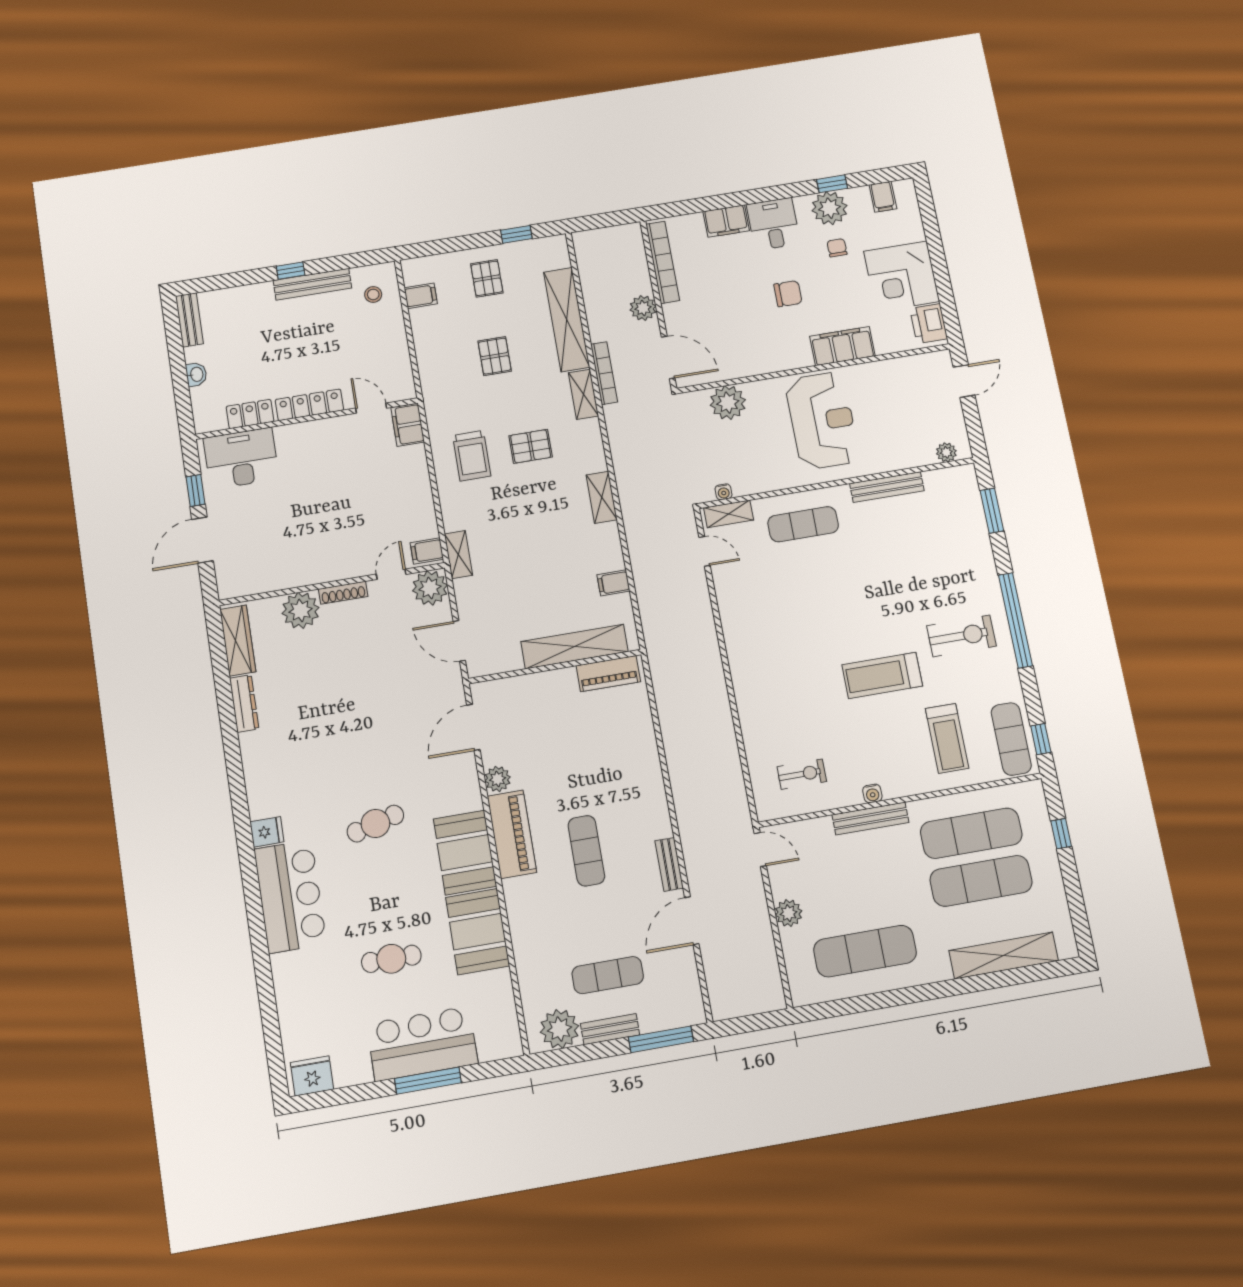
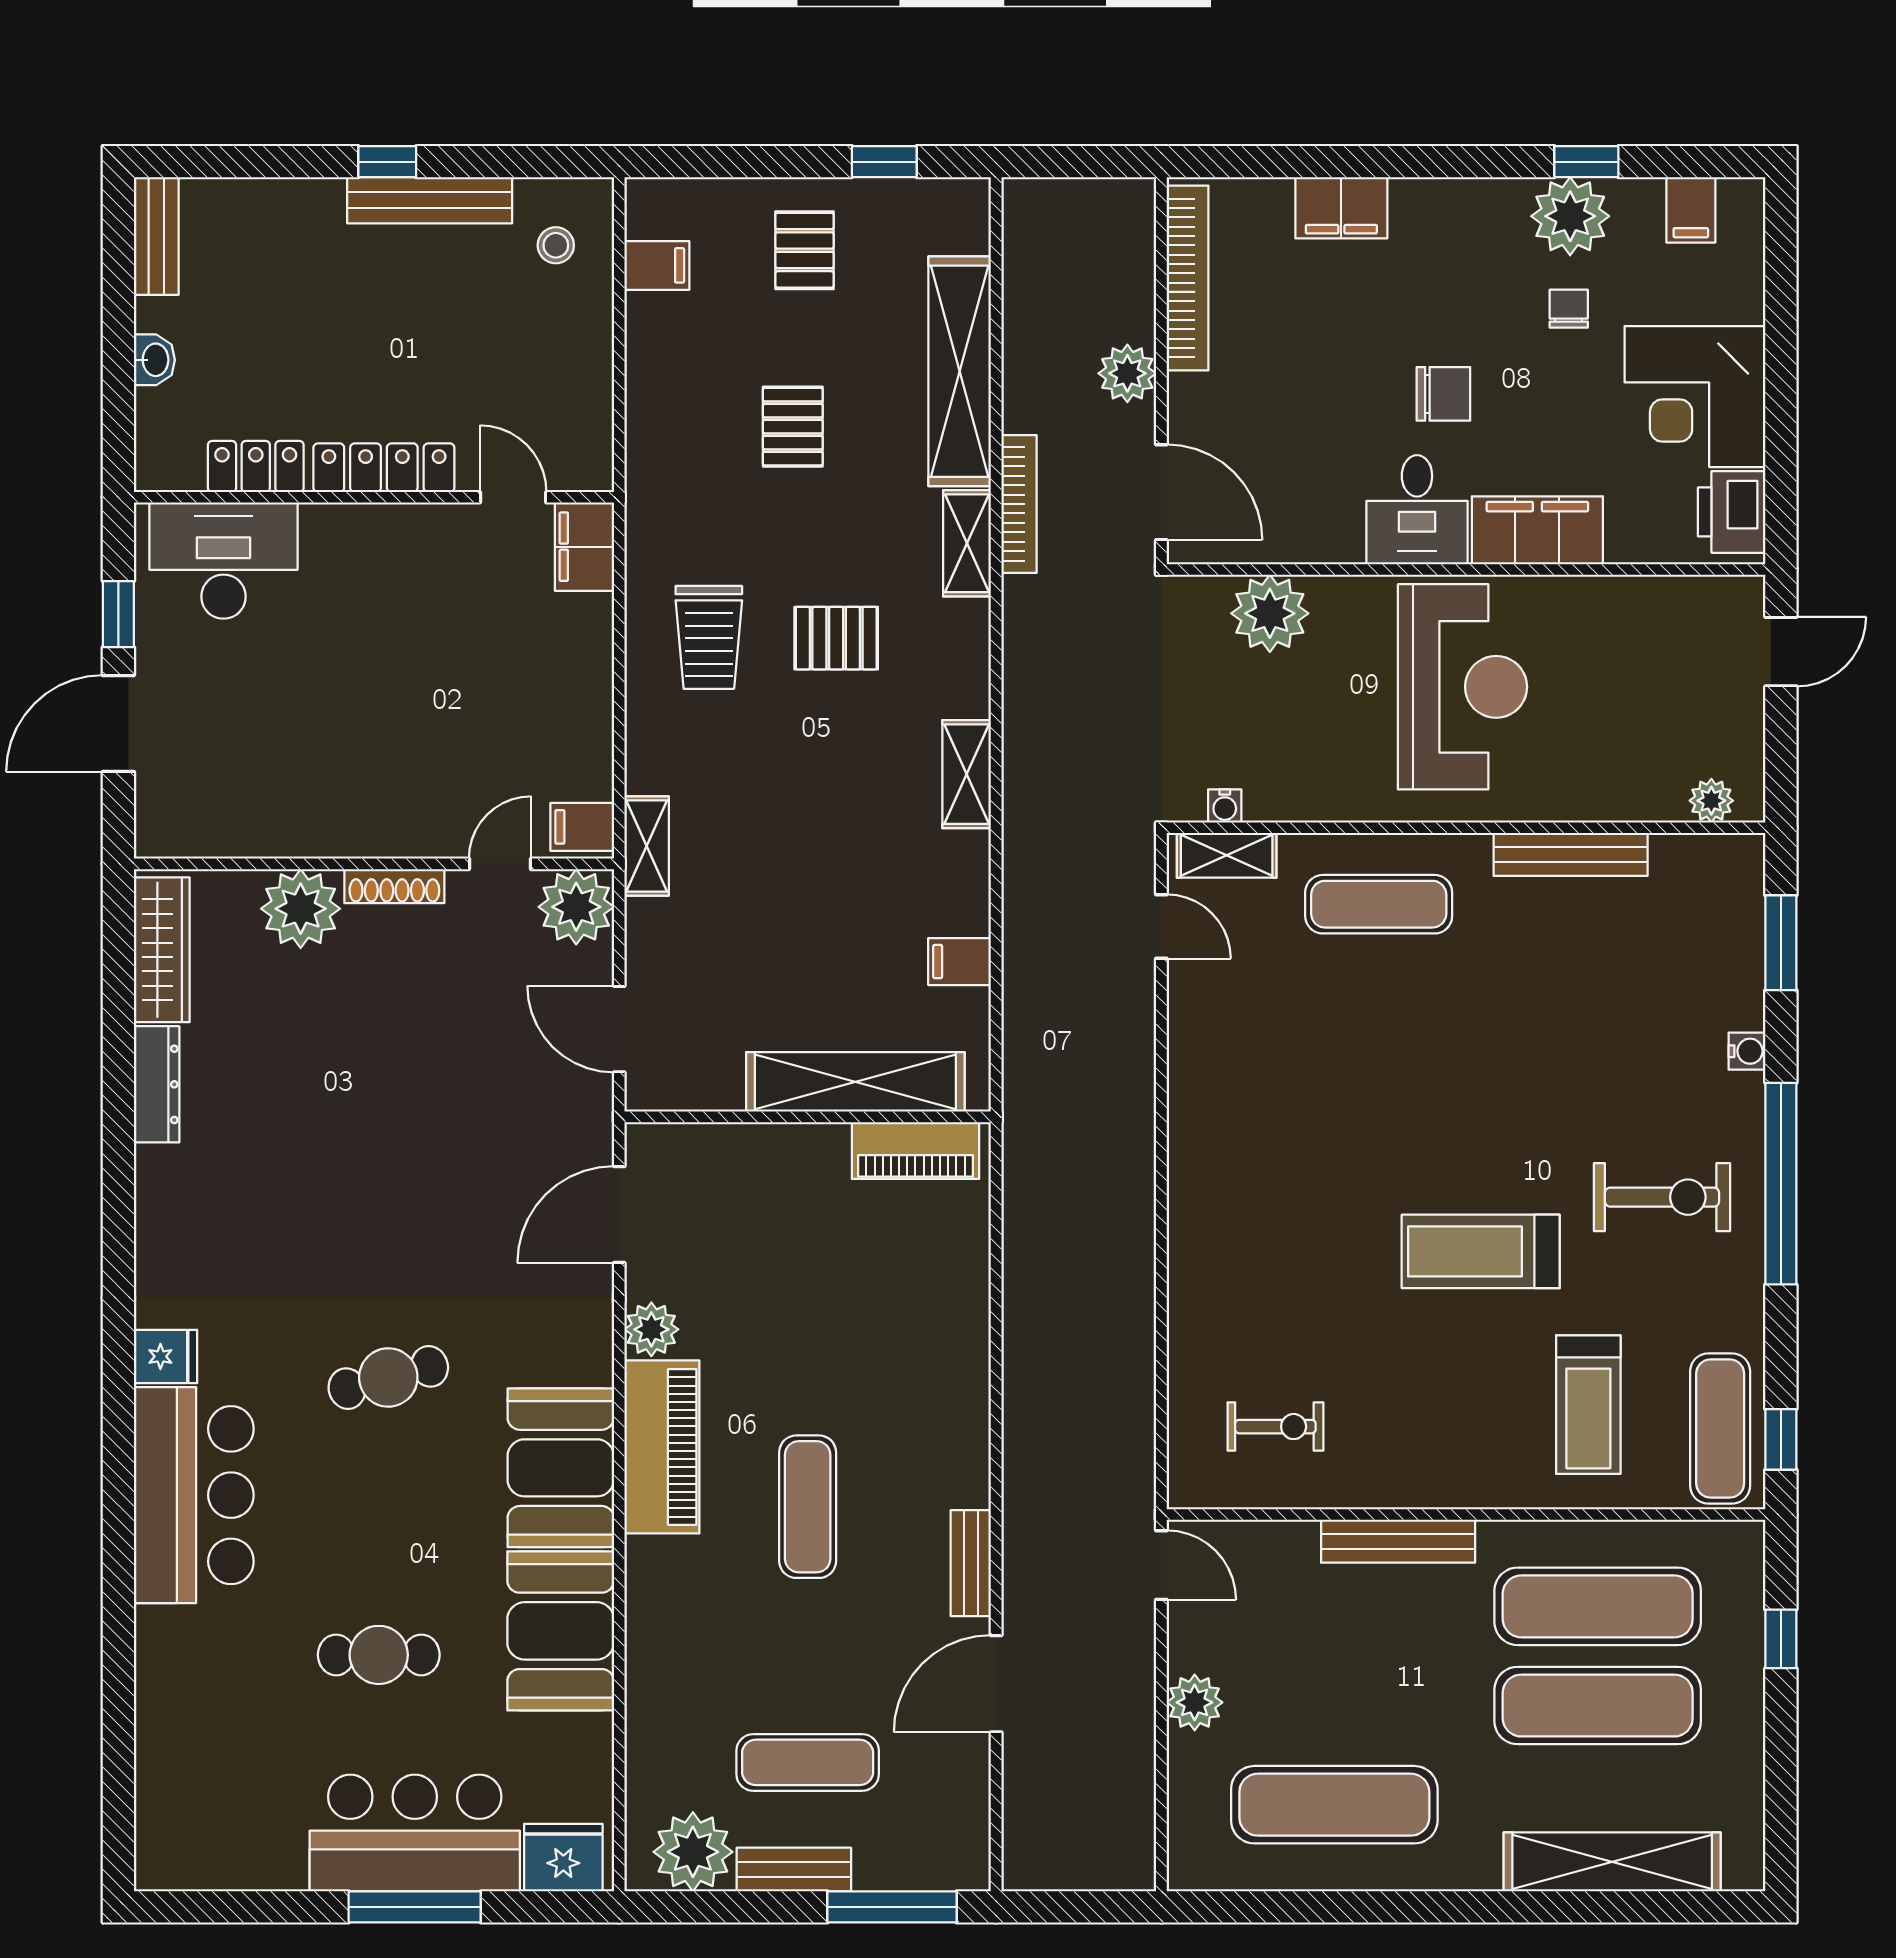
desk: (773, 224) -> (1417, 510), moved, turned 180
water cooler: (872, 793) -> (1747, 1051), moved, turned -90
fridge: (312, 1076) -> (563, 1858), moved

